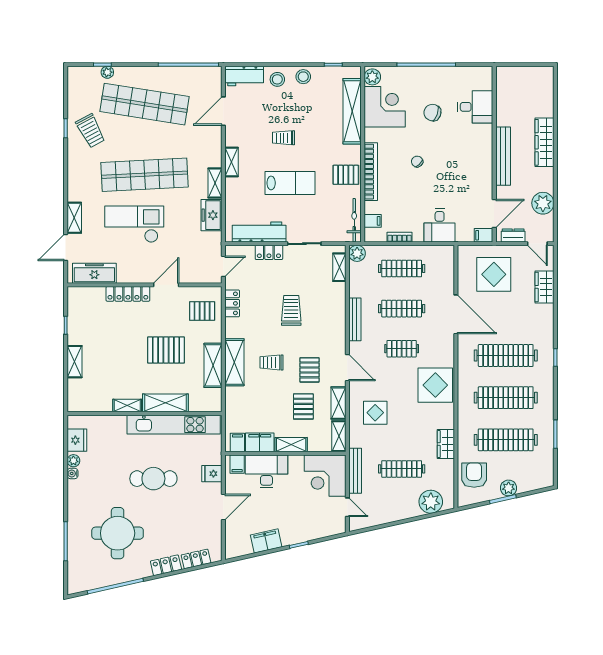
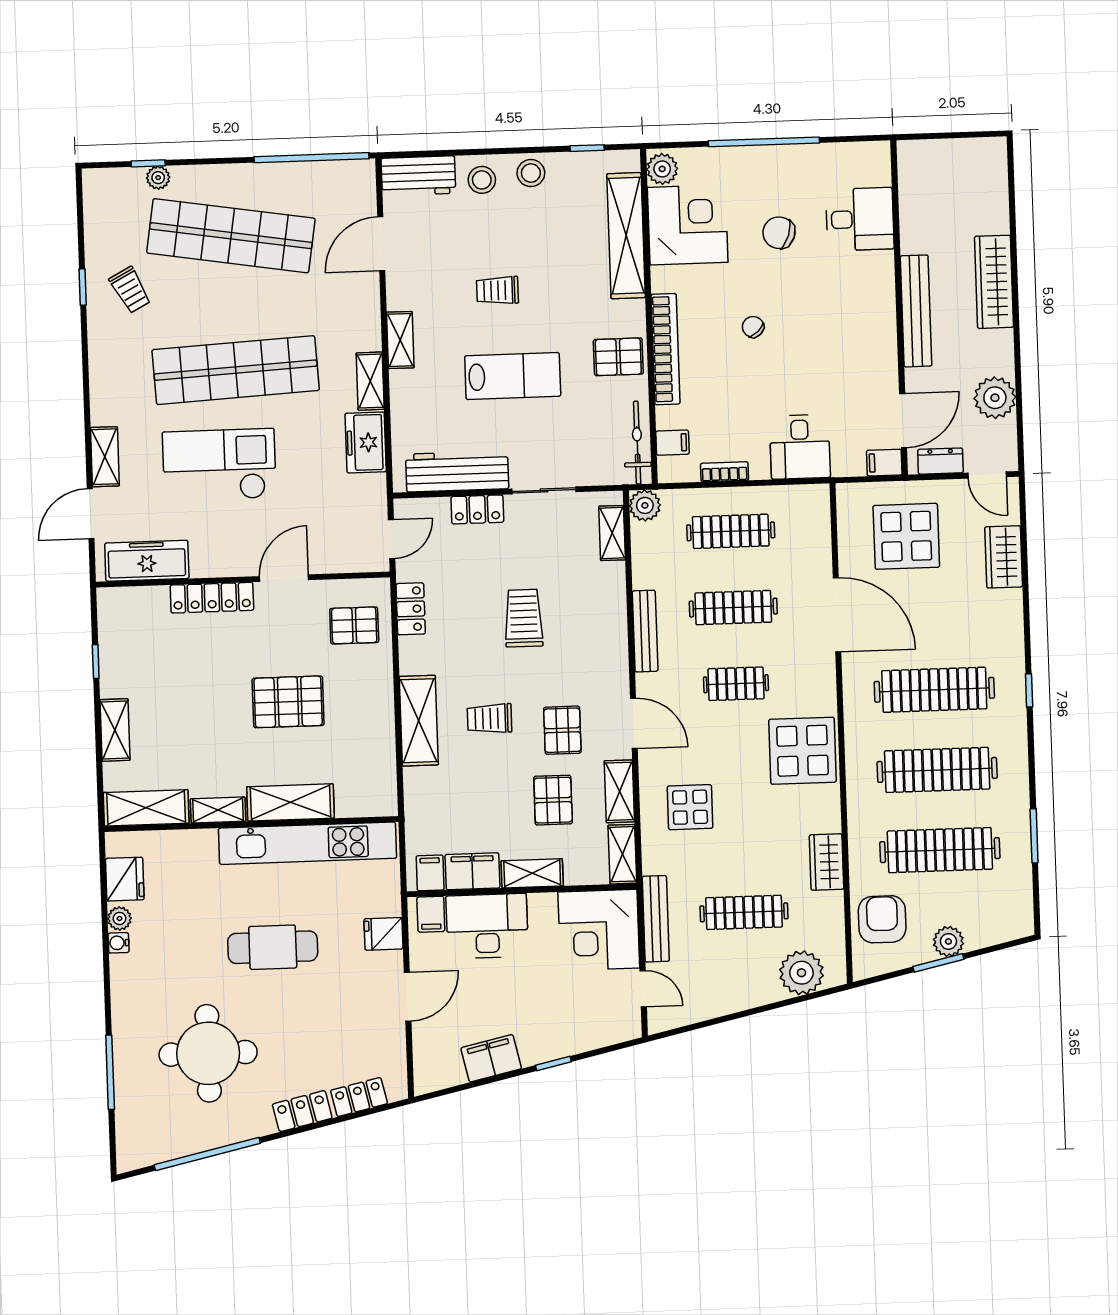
trolley: (91, 131) -> (130, 290), width x0.73, depth x0.72
shelving: (213, 365) -> (146, 808), moved, turned 90

